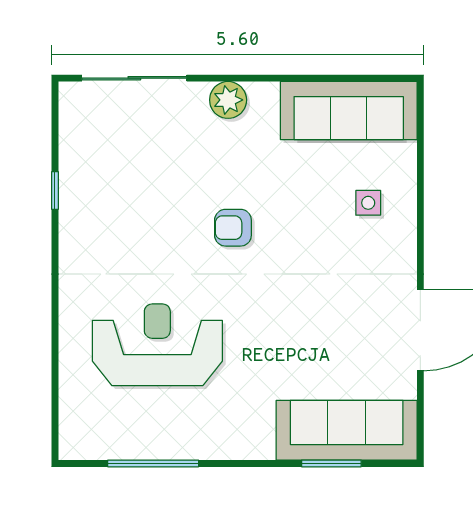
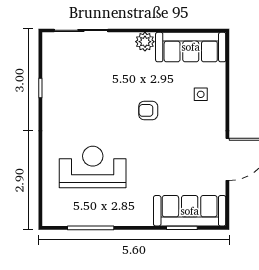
plant: (228, 100) -> (145, 42), moved
armchair: (233, 228) -> (148, 110), moved

